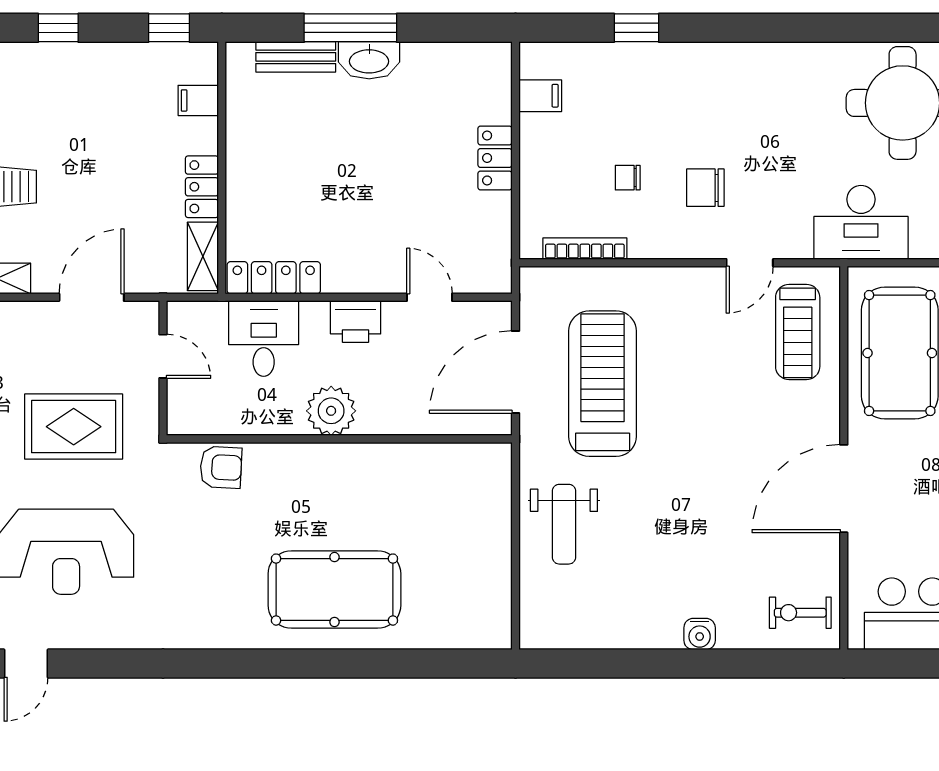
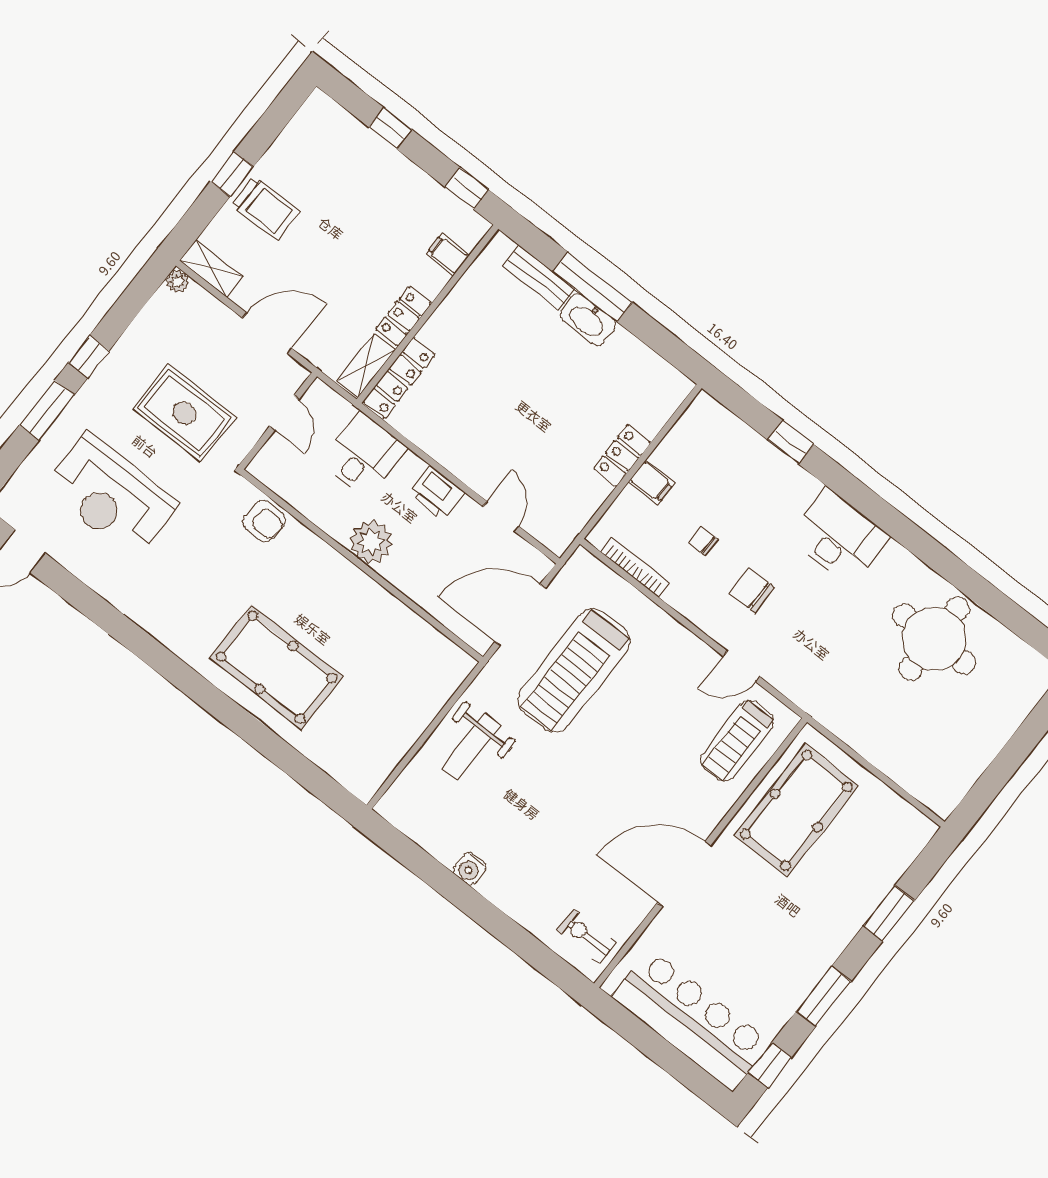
filing cabinet: (540, 96) -> (652, 482), moved
desk: (861, 222) -> (839, 537), moved, turned 180
locker: (274, 278) -> (399, 378), moved, turned 90
treadmill: (603, 384) -> (574, 670), turned 180
water cooler: (700, 634) -> (470, 869), moved

